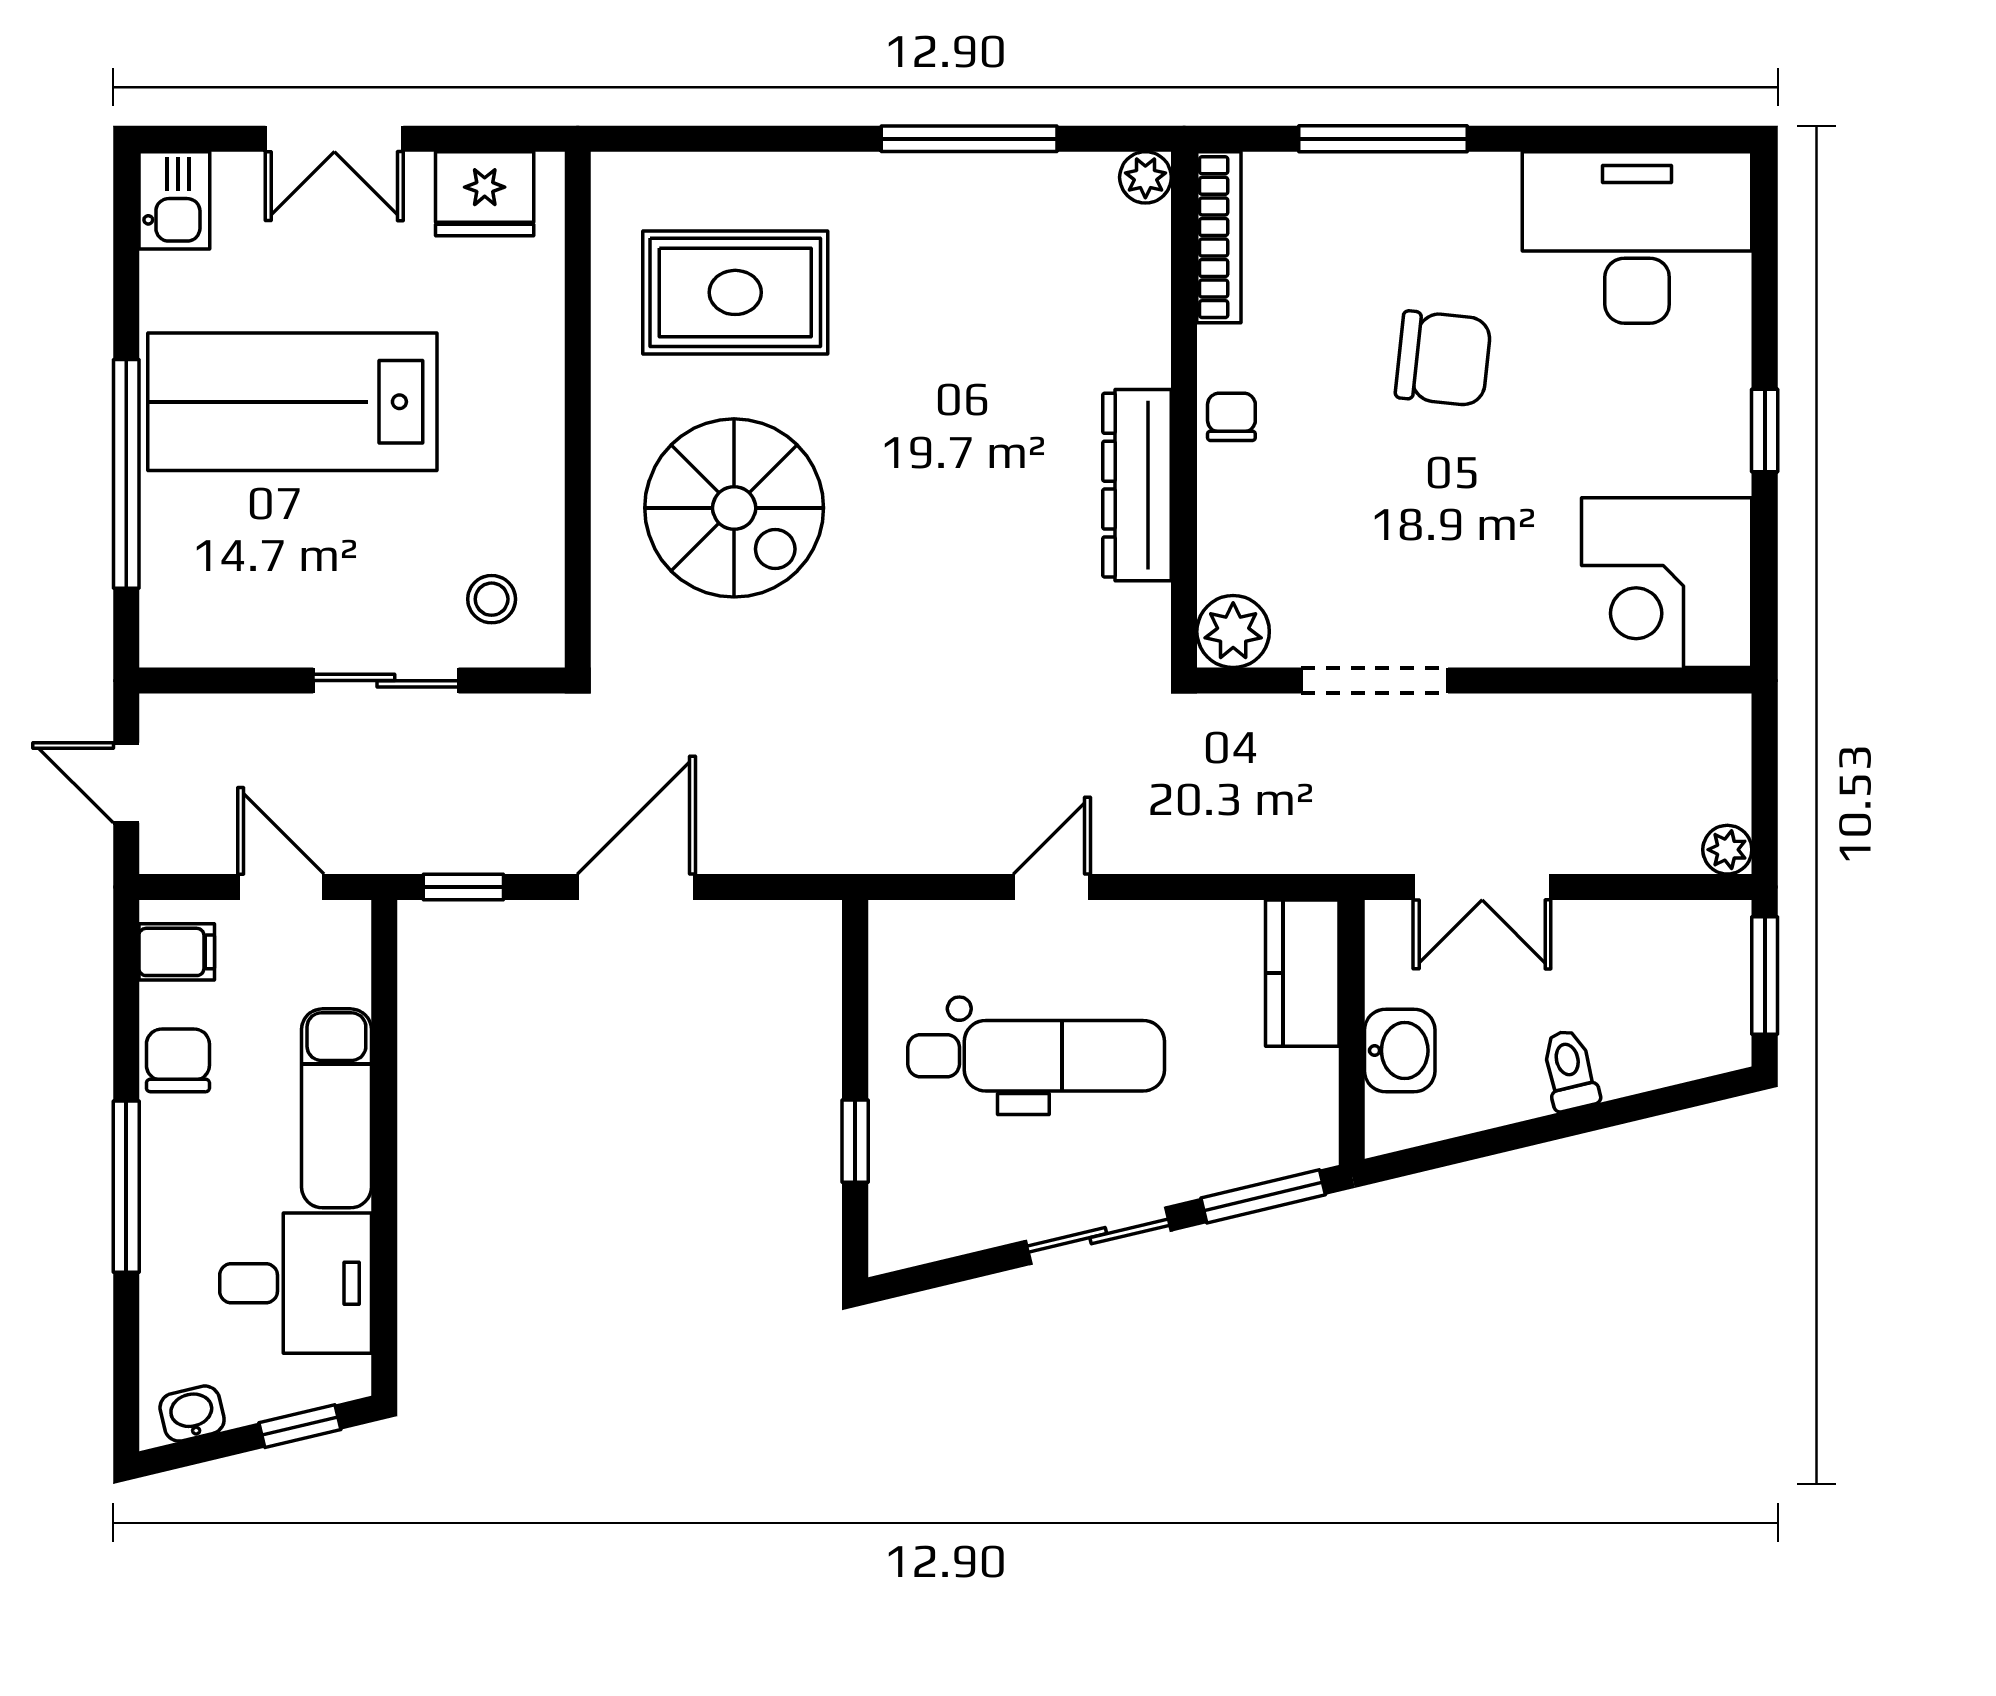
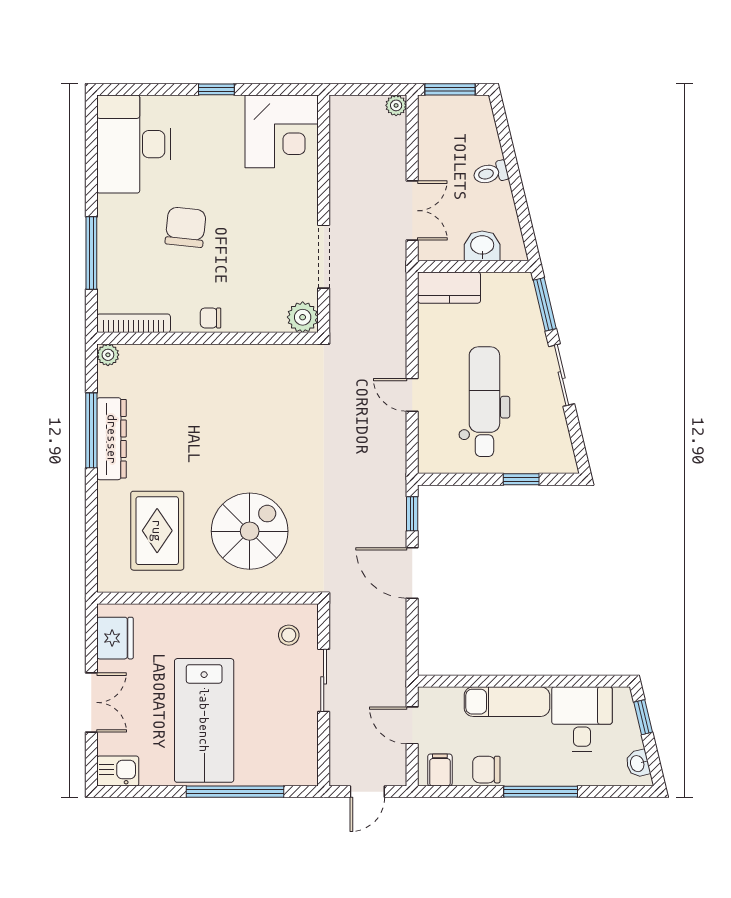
dresser: (1137, 485) -> (112, 439), moved, turned -90
door: (281, 887) -> (412, 725), hinge flipped
window: (463, 887) -> (412, 514), moved

